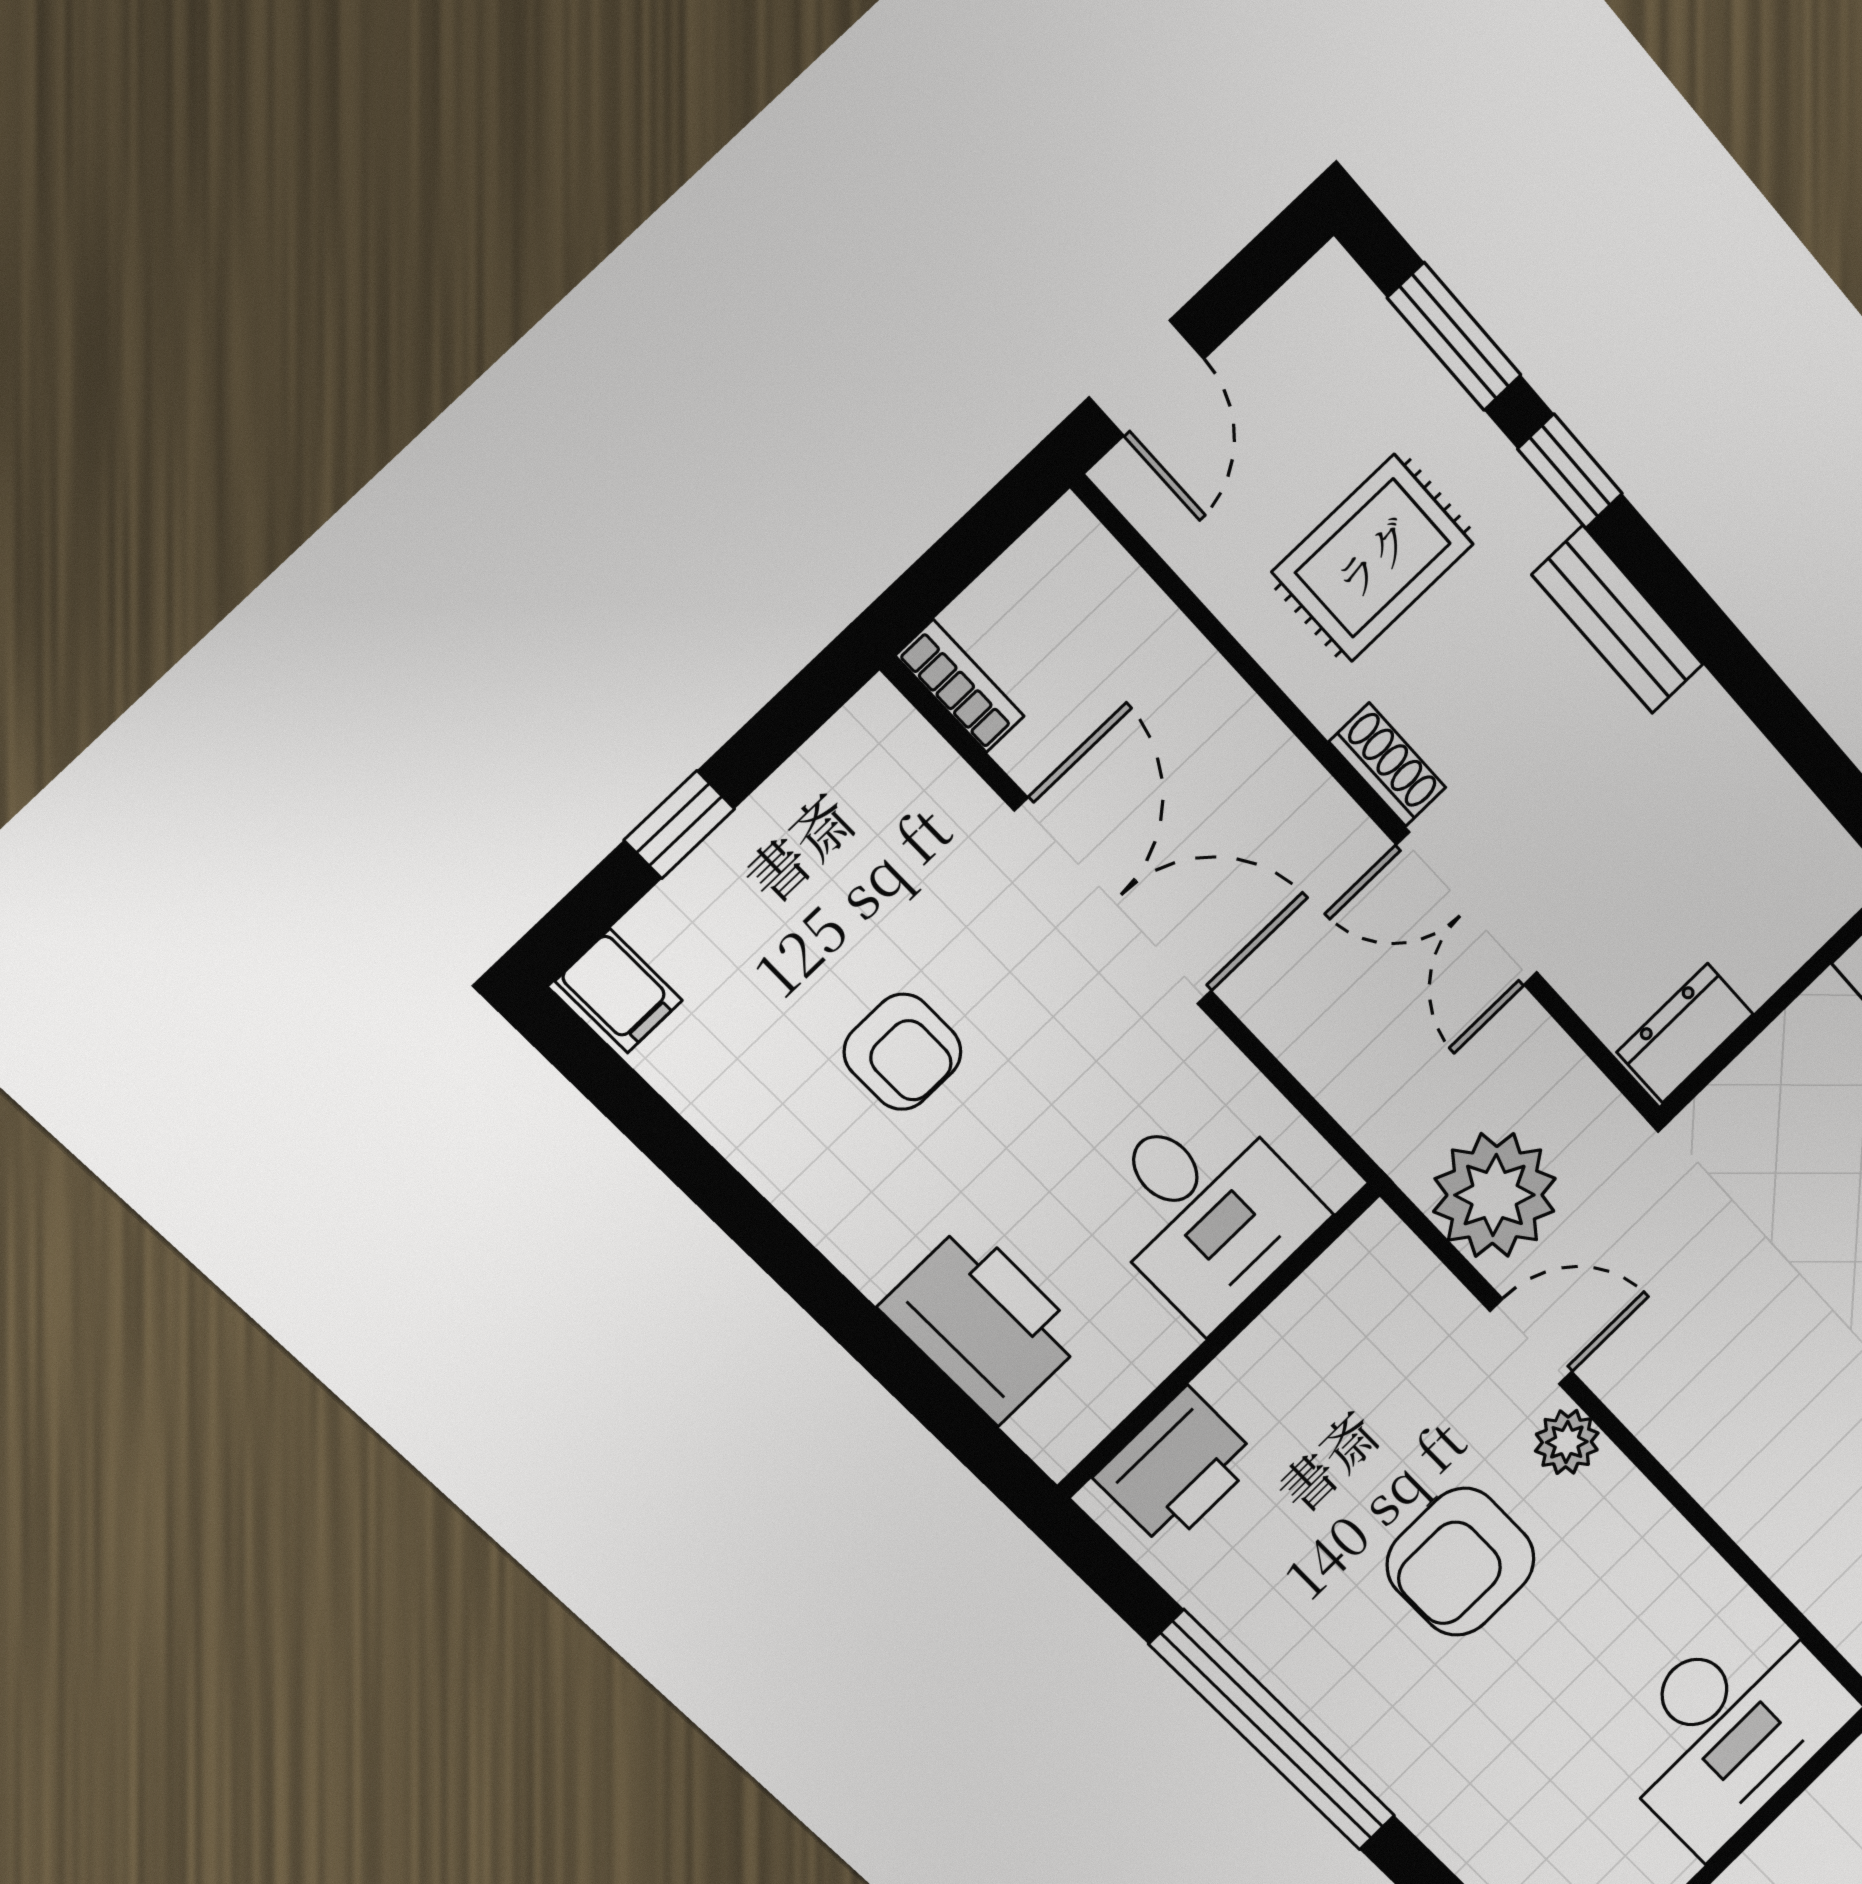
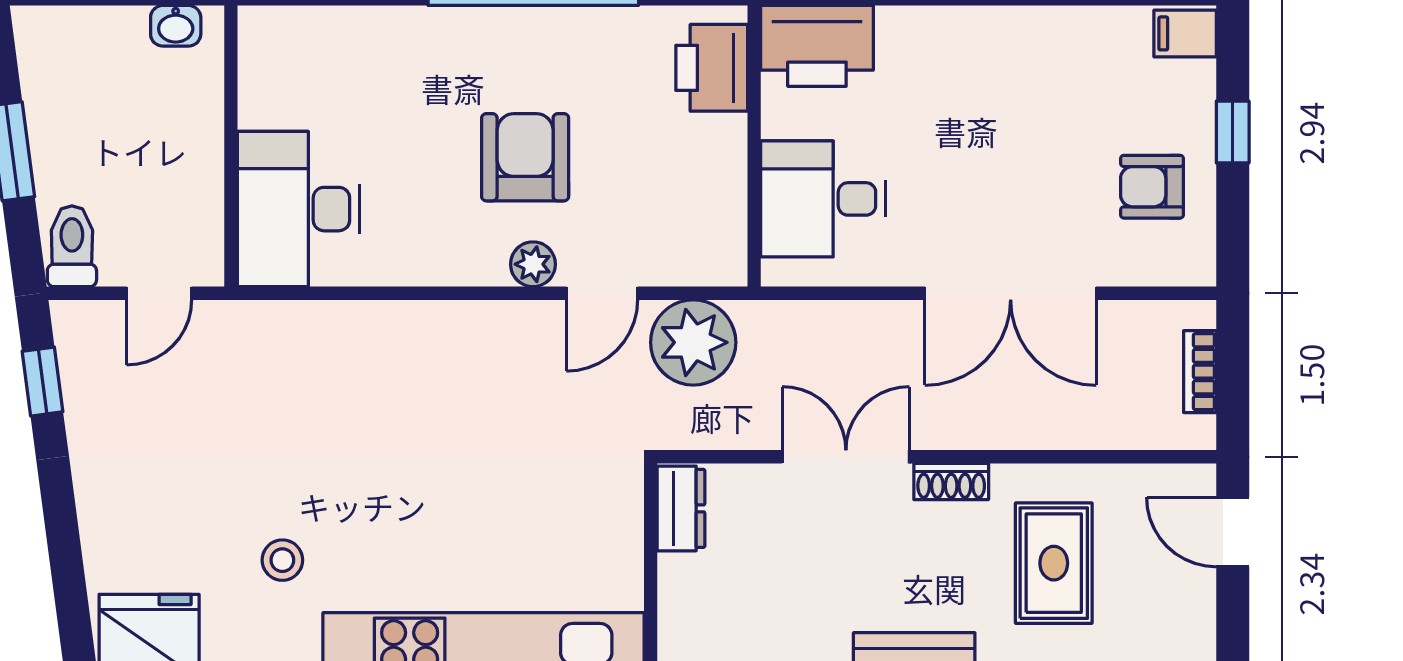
bookcase: (960, 686) -> (1200, 372), moved, turned 90
armchair: (903, 1052) -> (1152, 187), moved
printer: (983, 1323) -> (817, 46), moved

